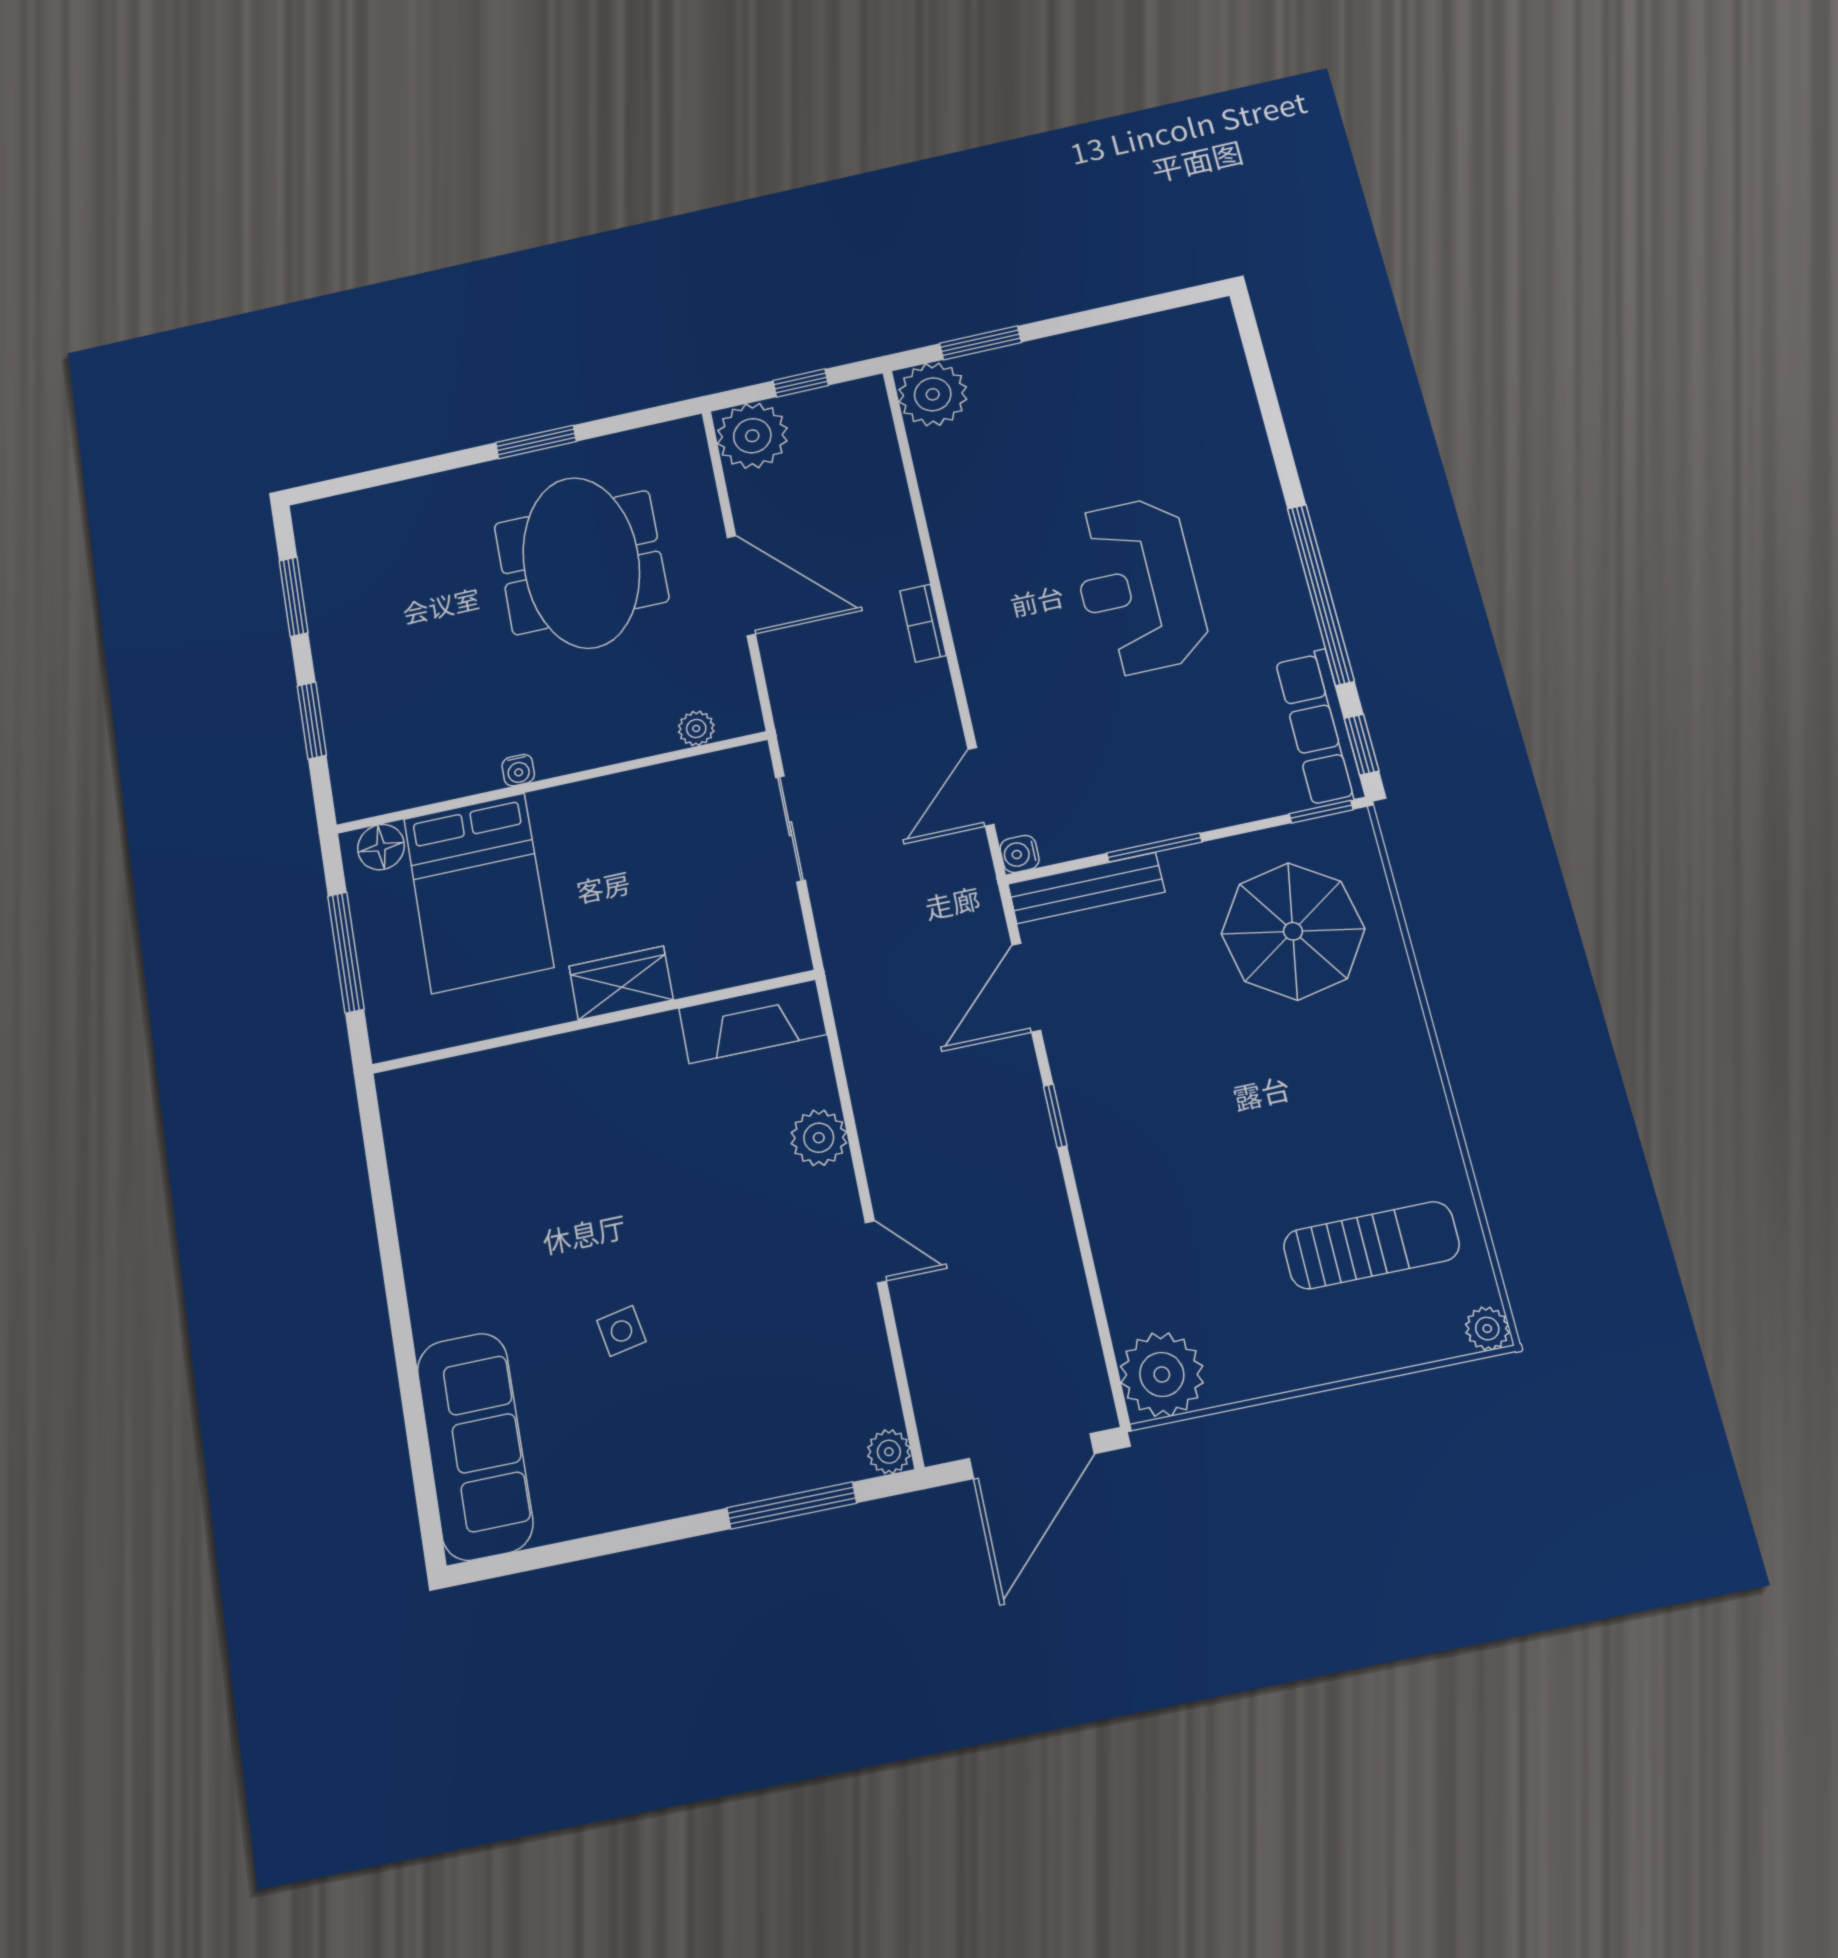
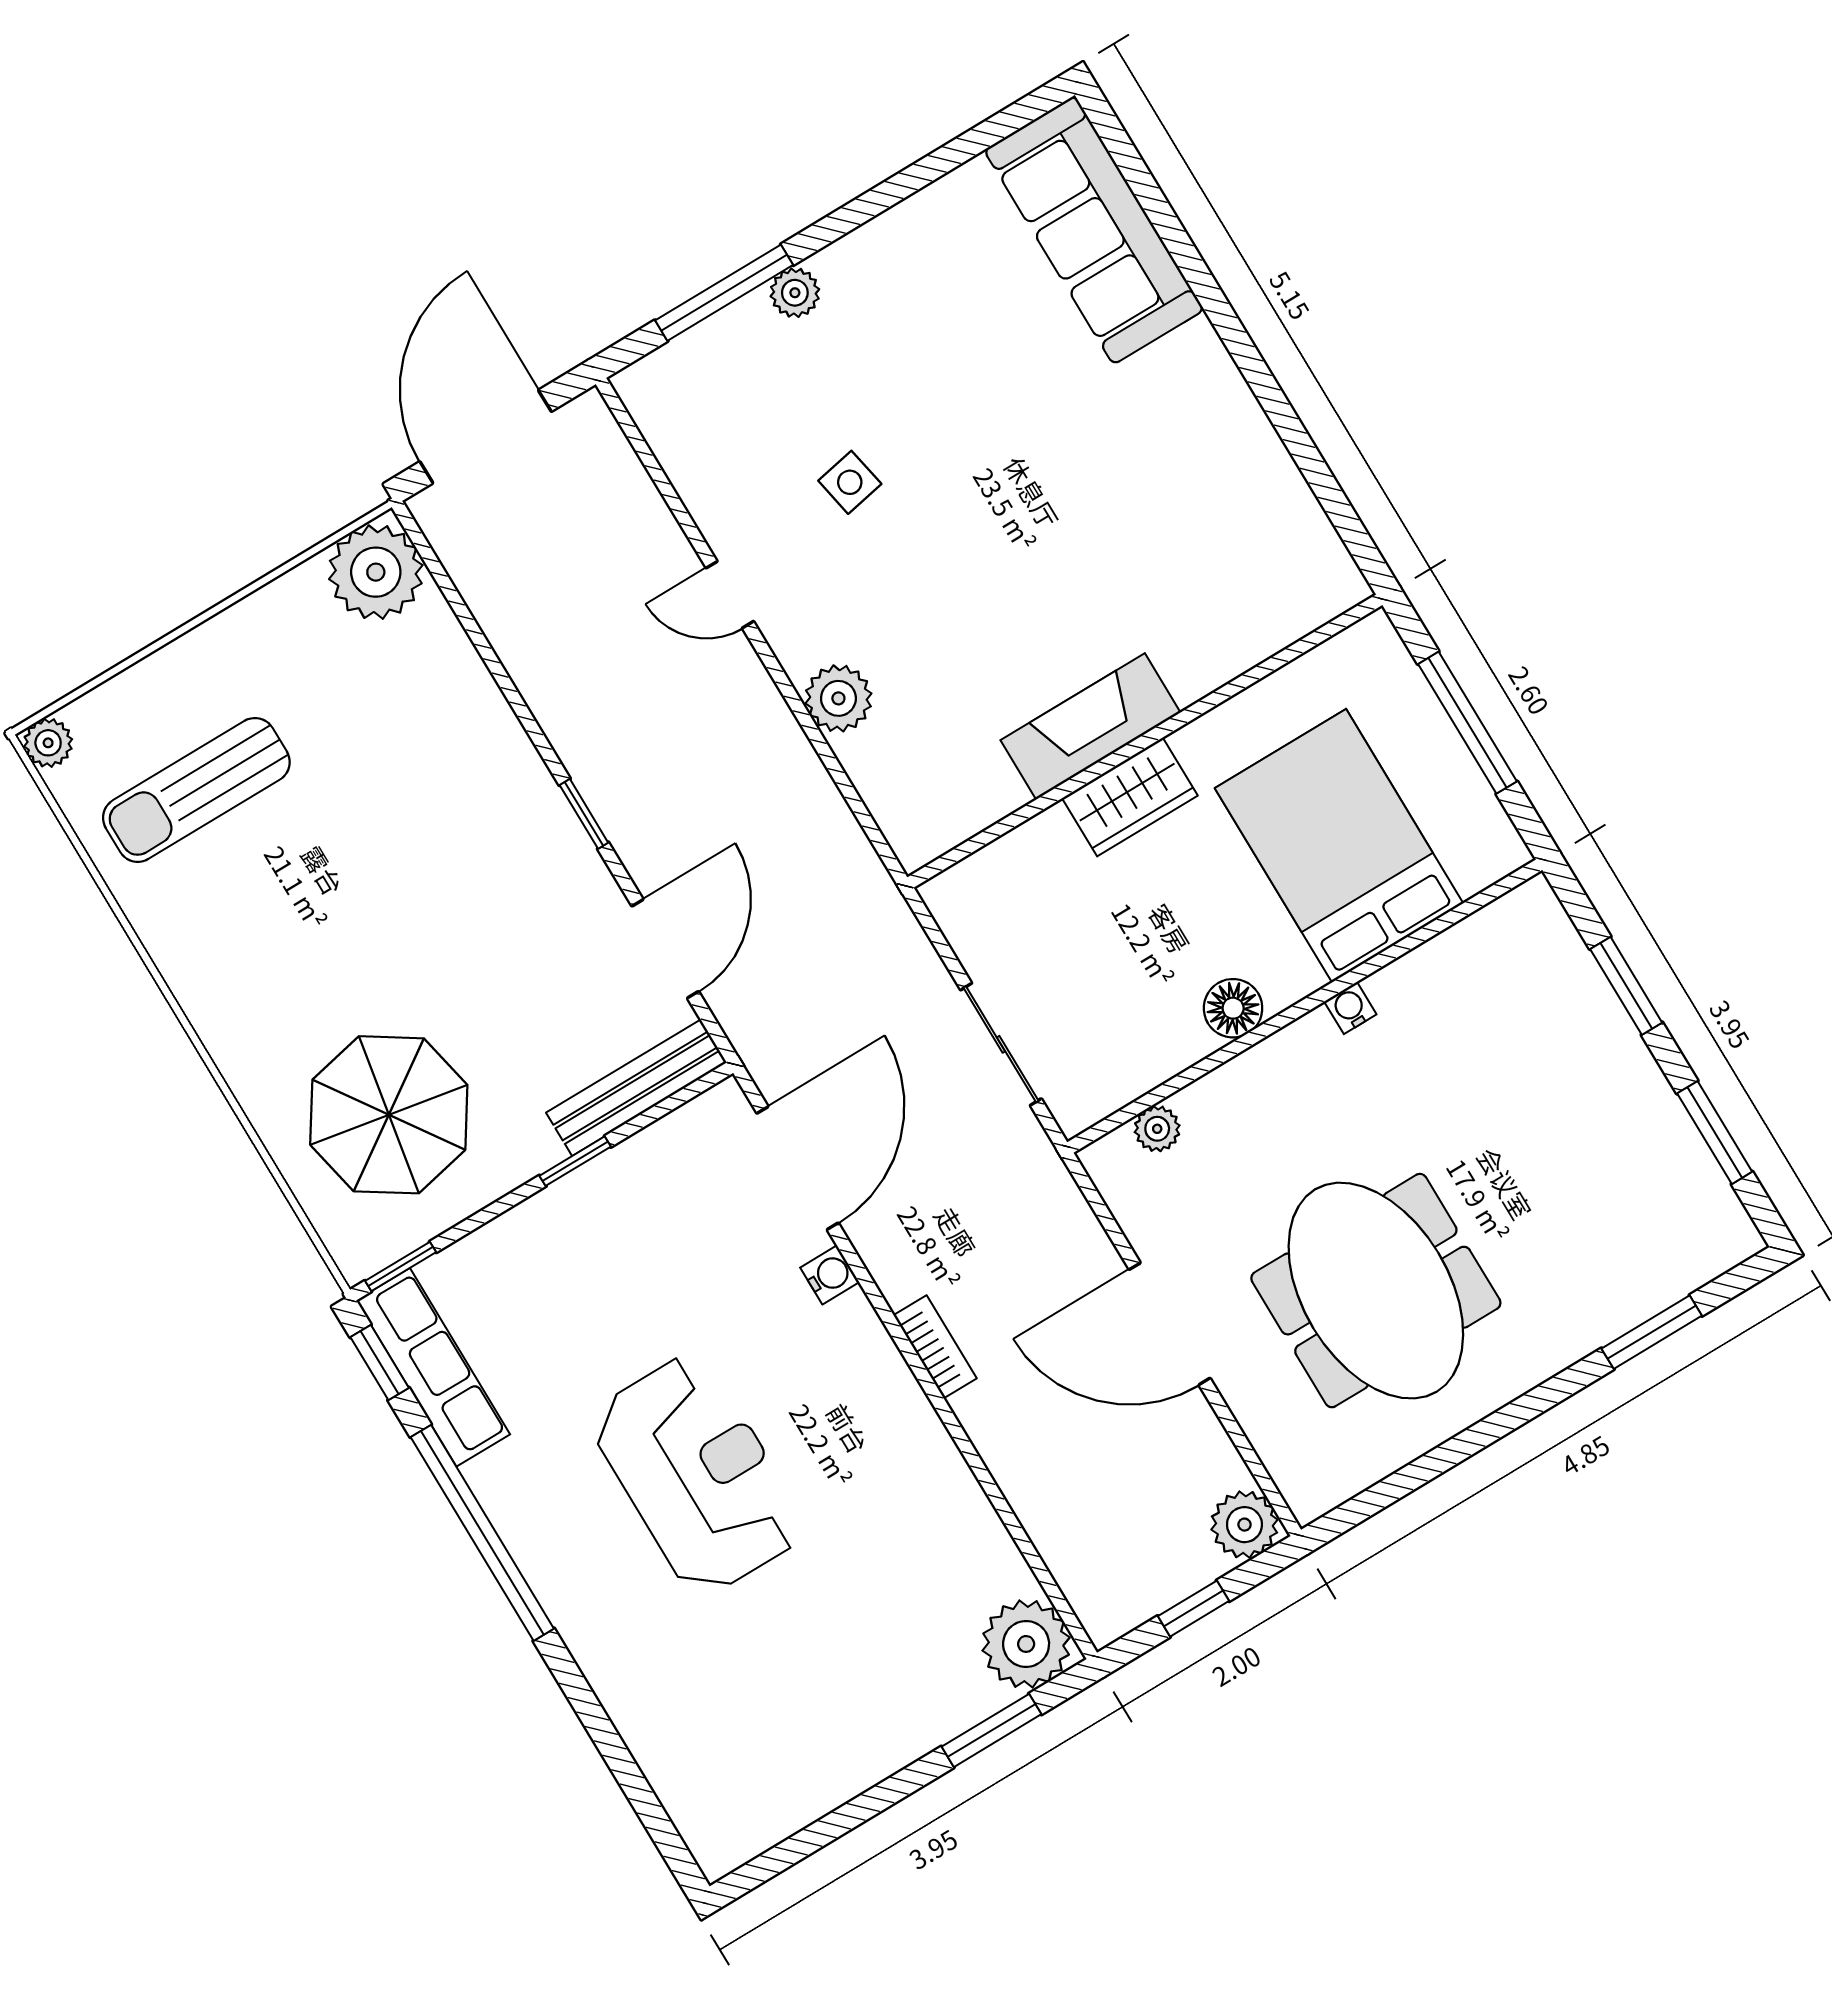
plant: (752, 436) -> (1244, 1525), width x0.73, depth x0.73
window: (536, 442) -> (1652, 1332), moved
door: (981, 787) -> (798, 1168), width x1.36
floor lamp: (381, 847) -> (1233, 1008), moved
window: (1154, 848) -> (575, 1161), width x0.67
water cooler: (1020, 854) -> (830, 1275), moved
fireplace: (753, 1021) -> (1090, 726), moved
side table: (621, 1331) -> (850, 482), moved
plant: (889, 1452) -> (795, 293), moved

